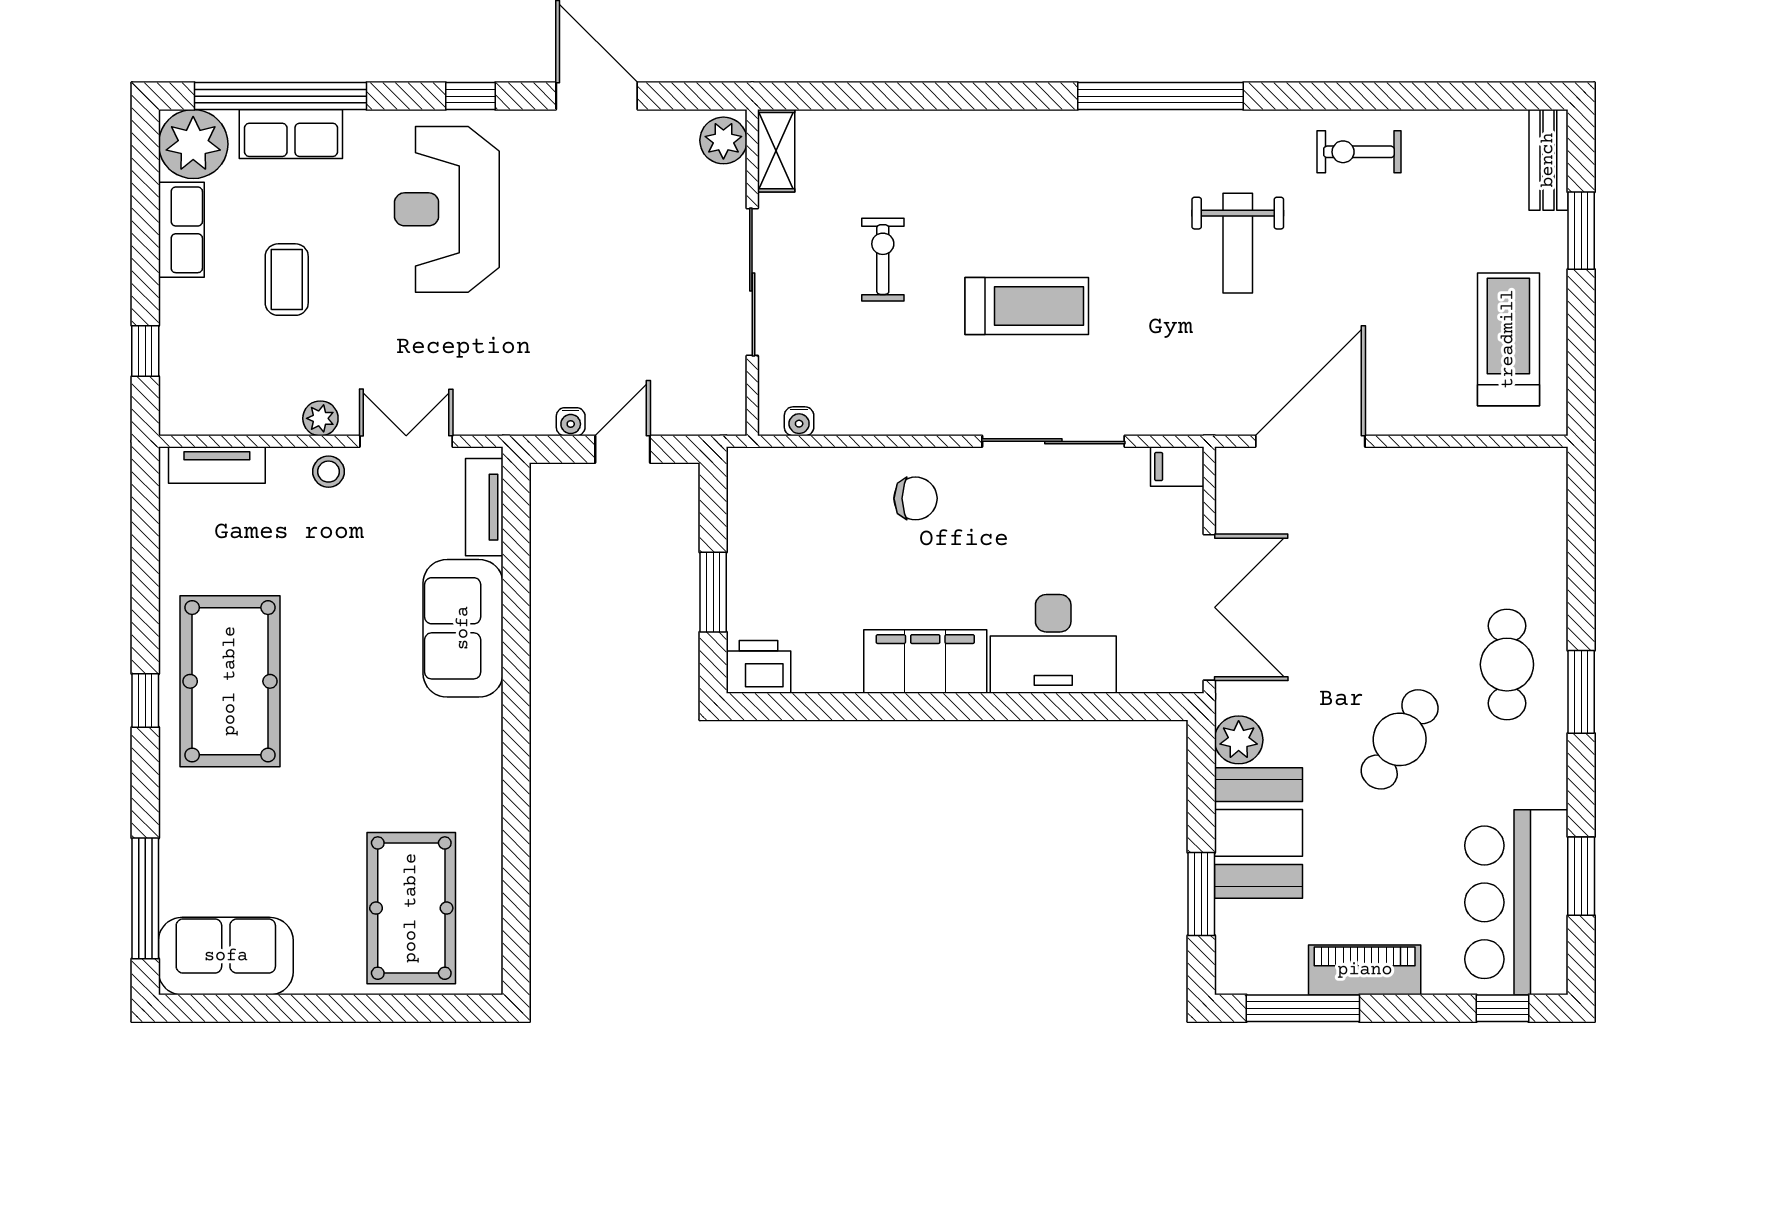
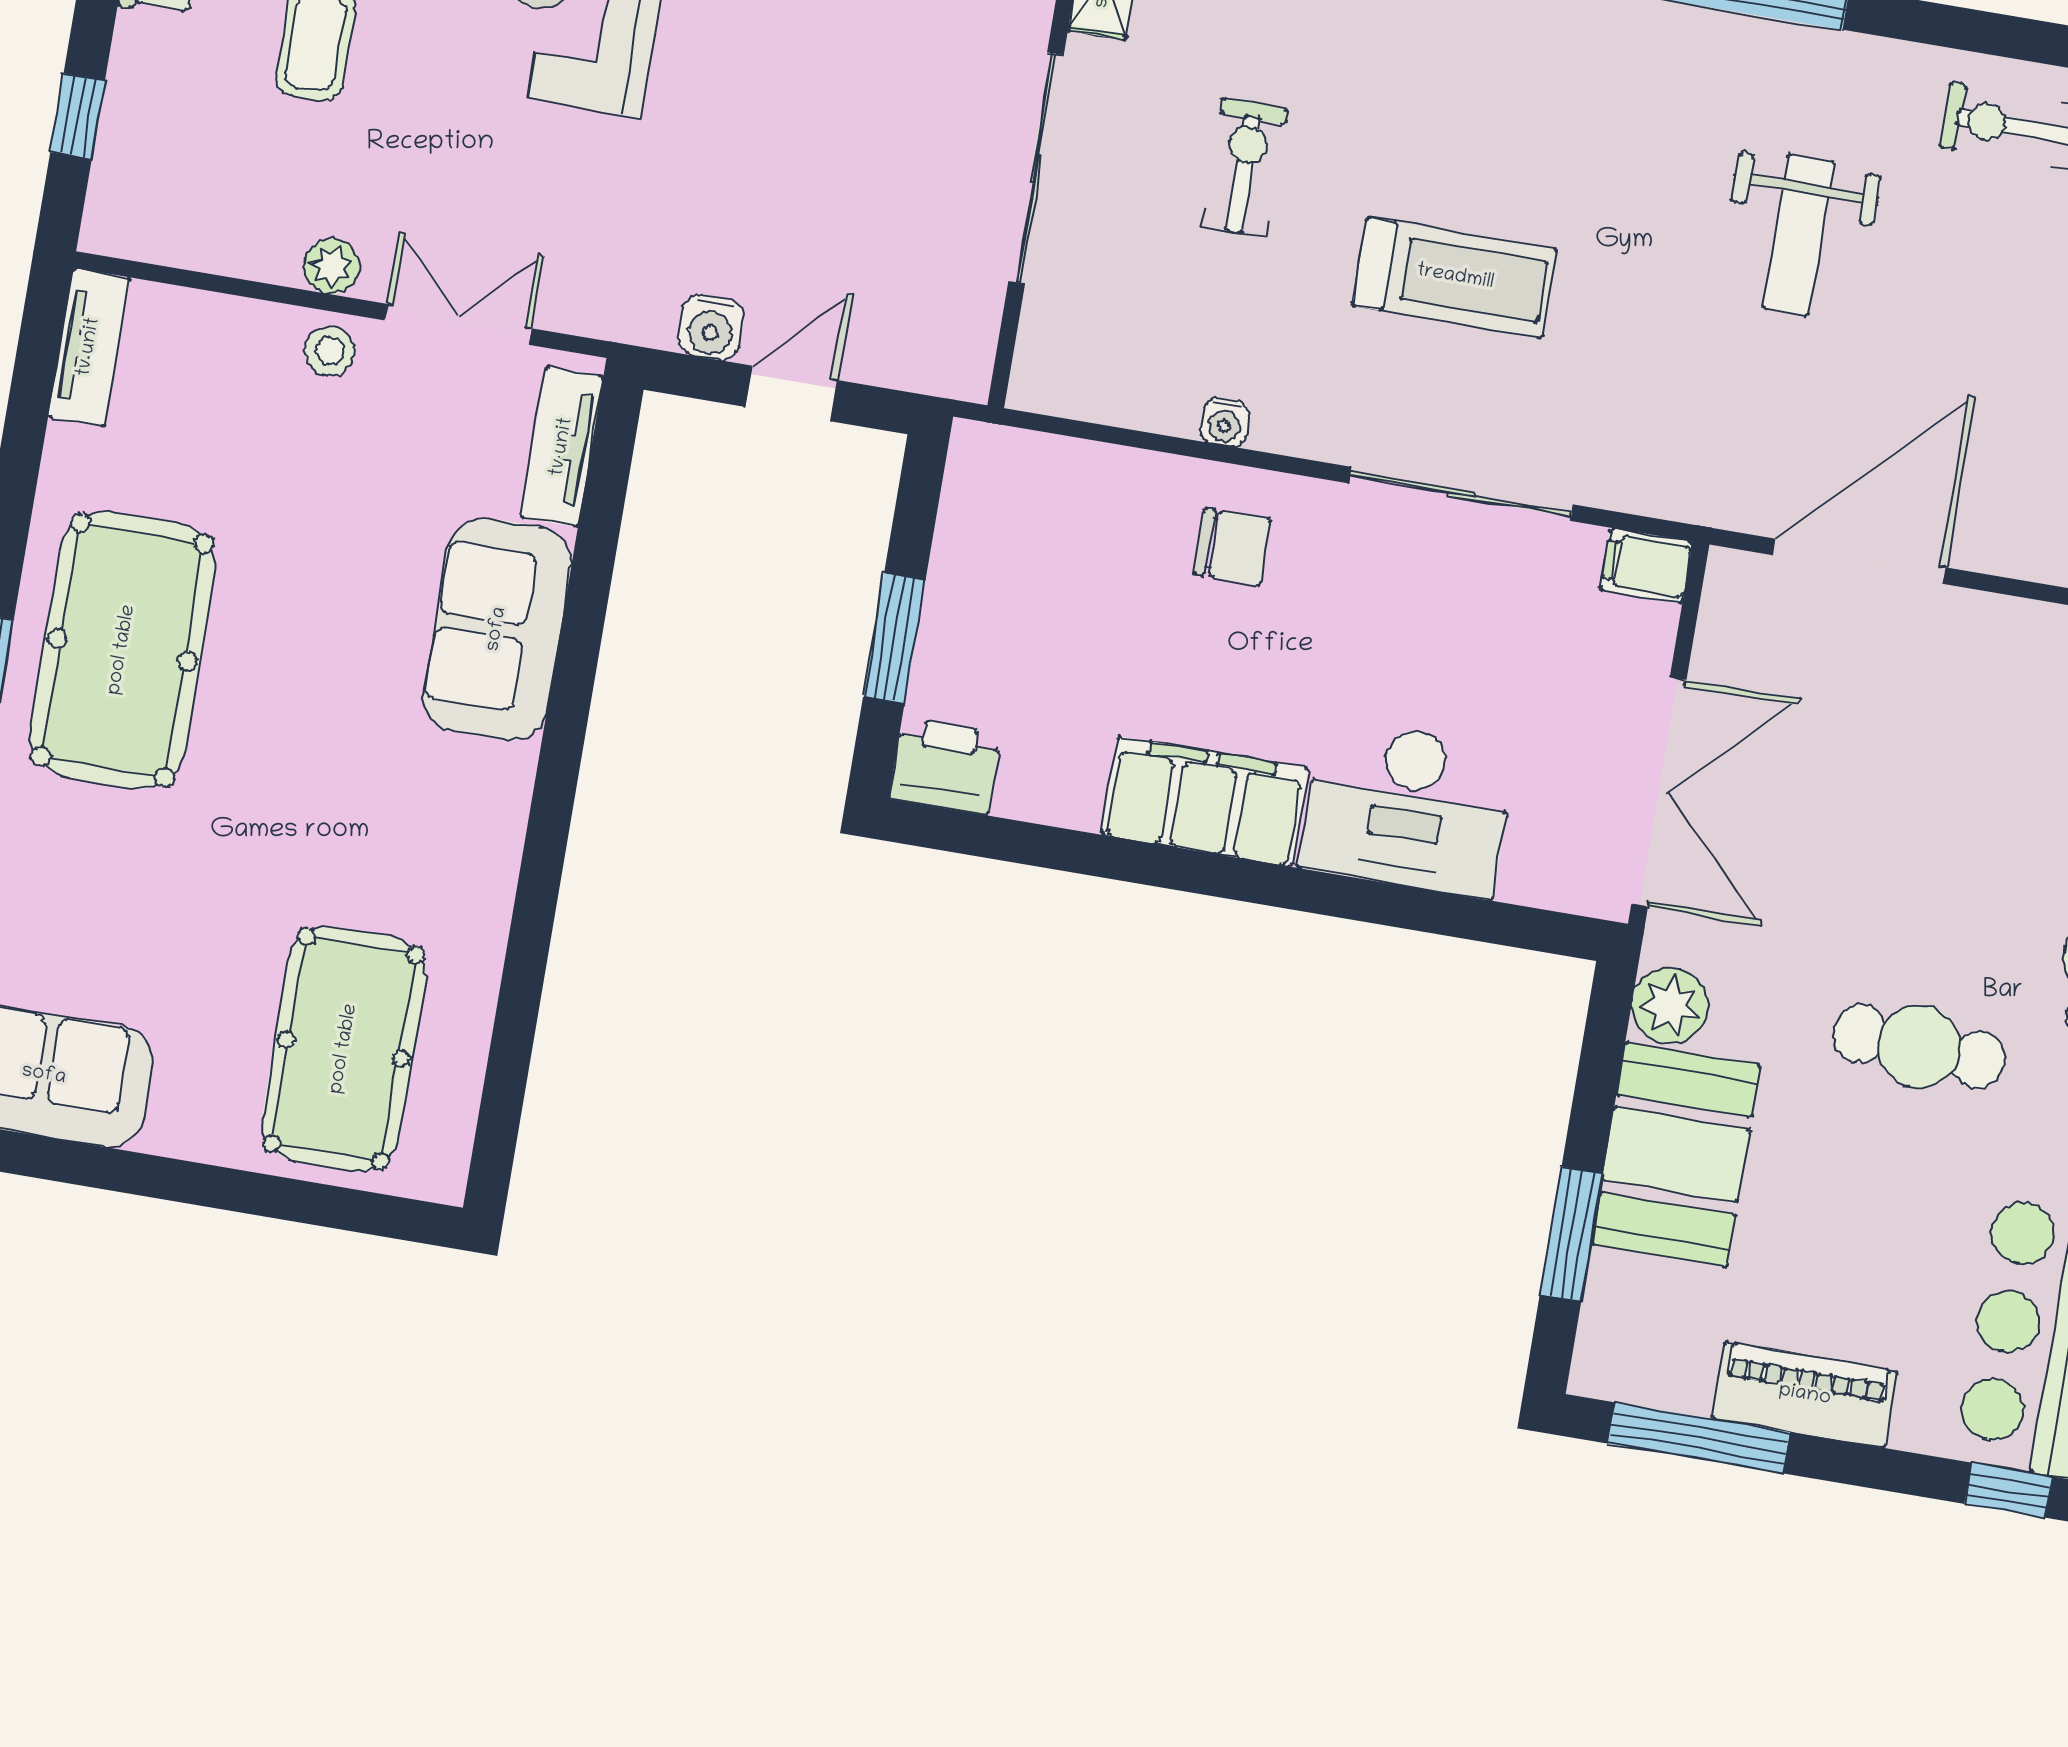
water cooler: (799, 421) -> (1225, 422), moved
water cooler: (571, 422) -> (711, 327), width x1.38, depth x1.38
tv unit: (217, 465) -> (89, 347), moved, turned -90
cafe table: (1400, 739) -> (1919, 1047), turned 61

